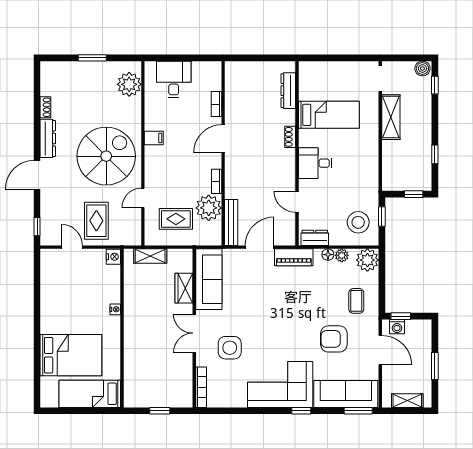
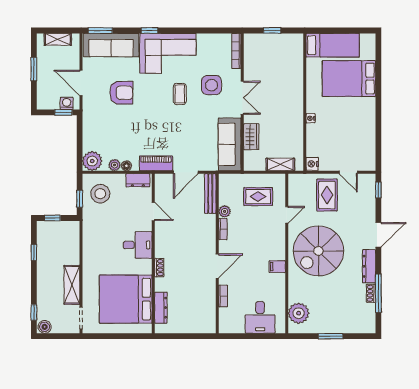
window: (37, 107) -> (378, 293), added
bed: (329, 115) -> (126, 299), width x2.04
plant: (209, 208) -> (225, 211), width x0.53, depth x0.53
coffee table: (356, 301) -> (180, 94), moved

